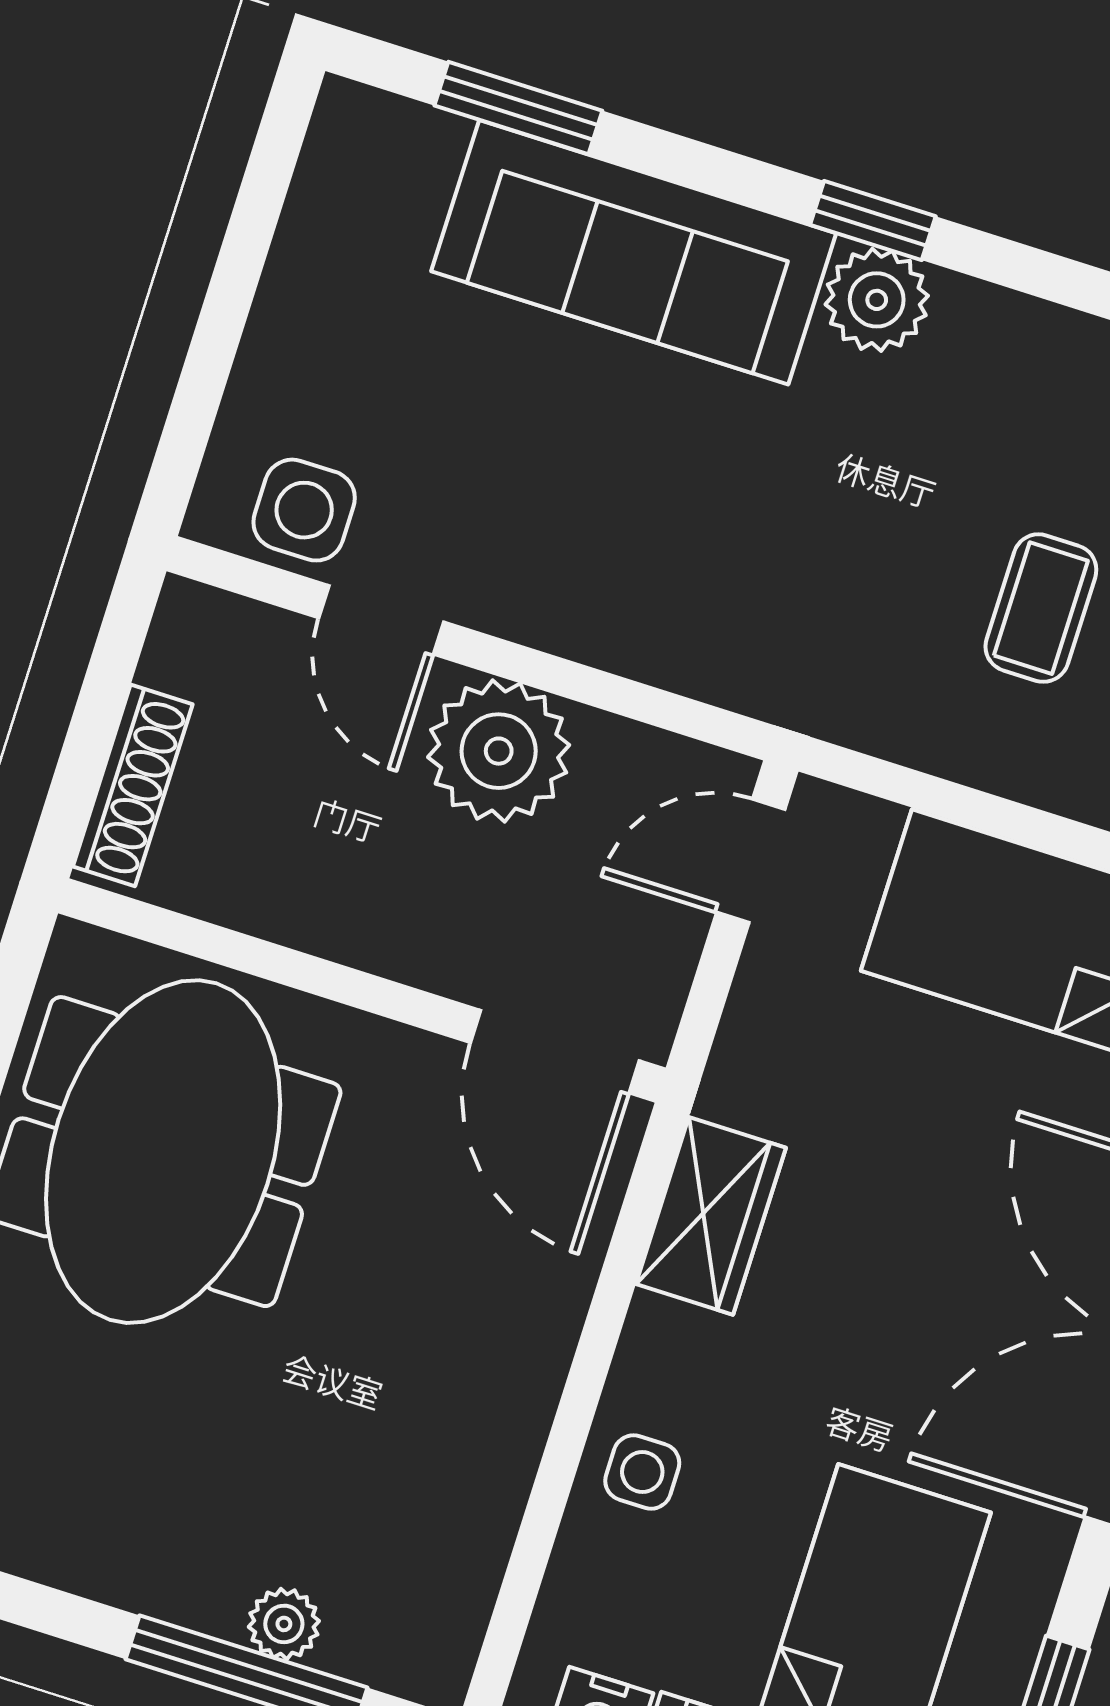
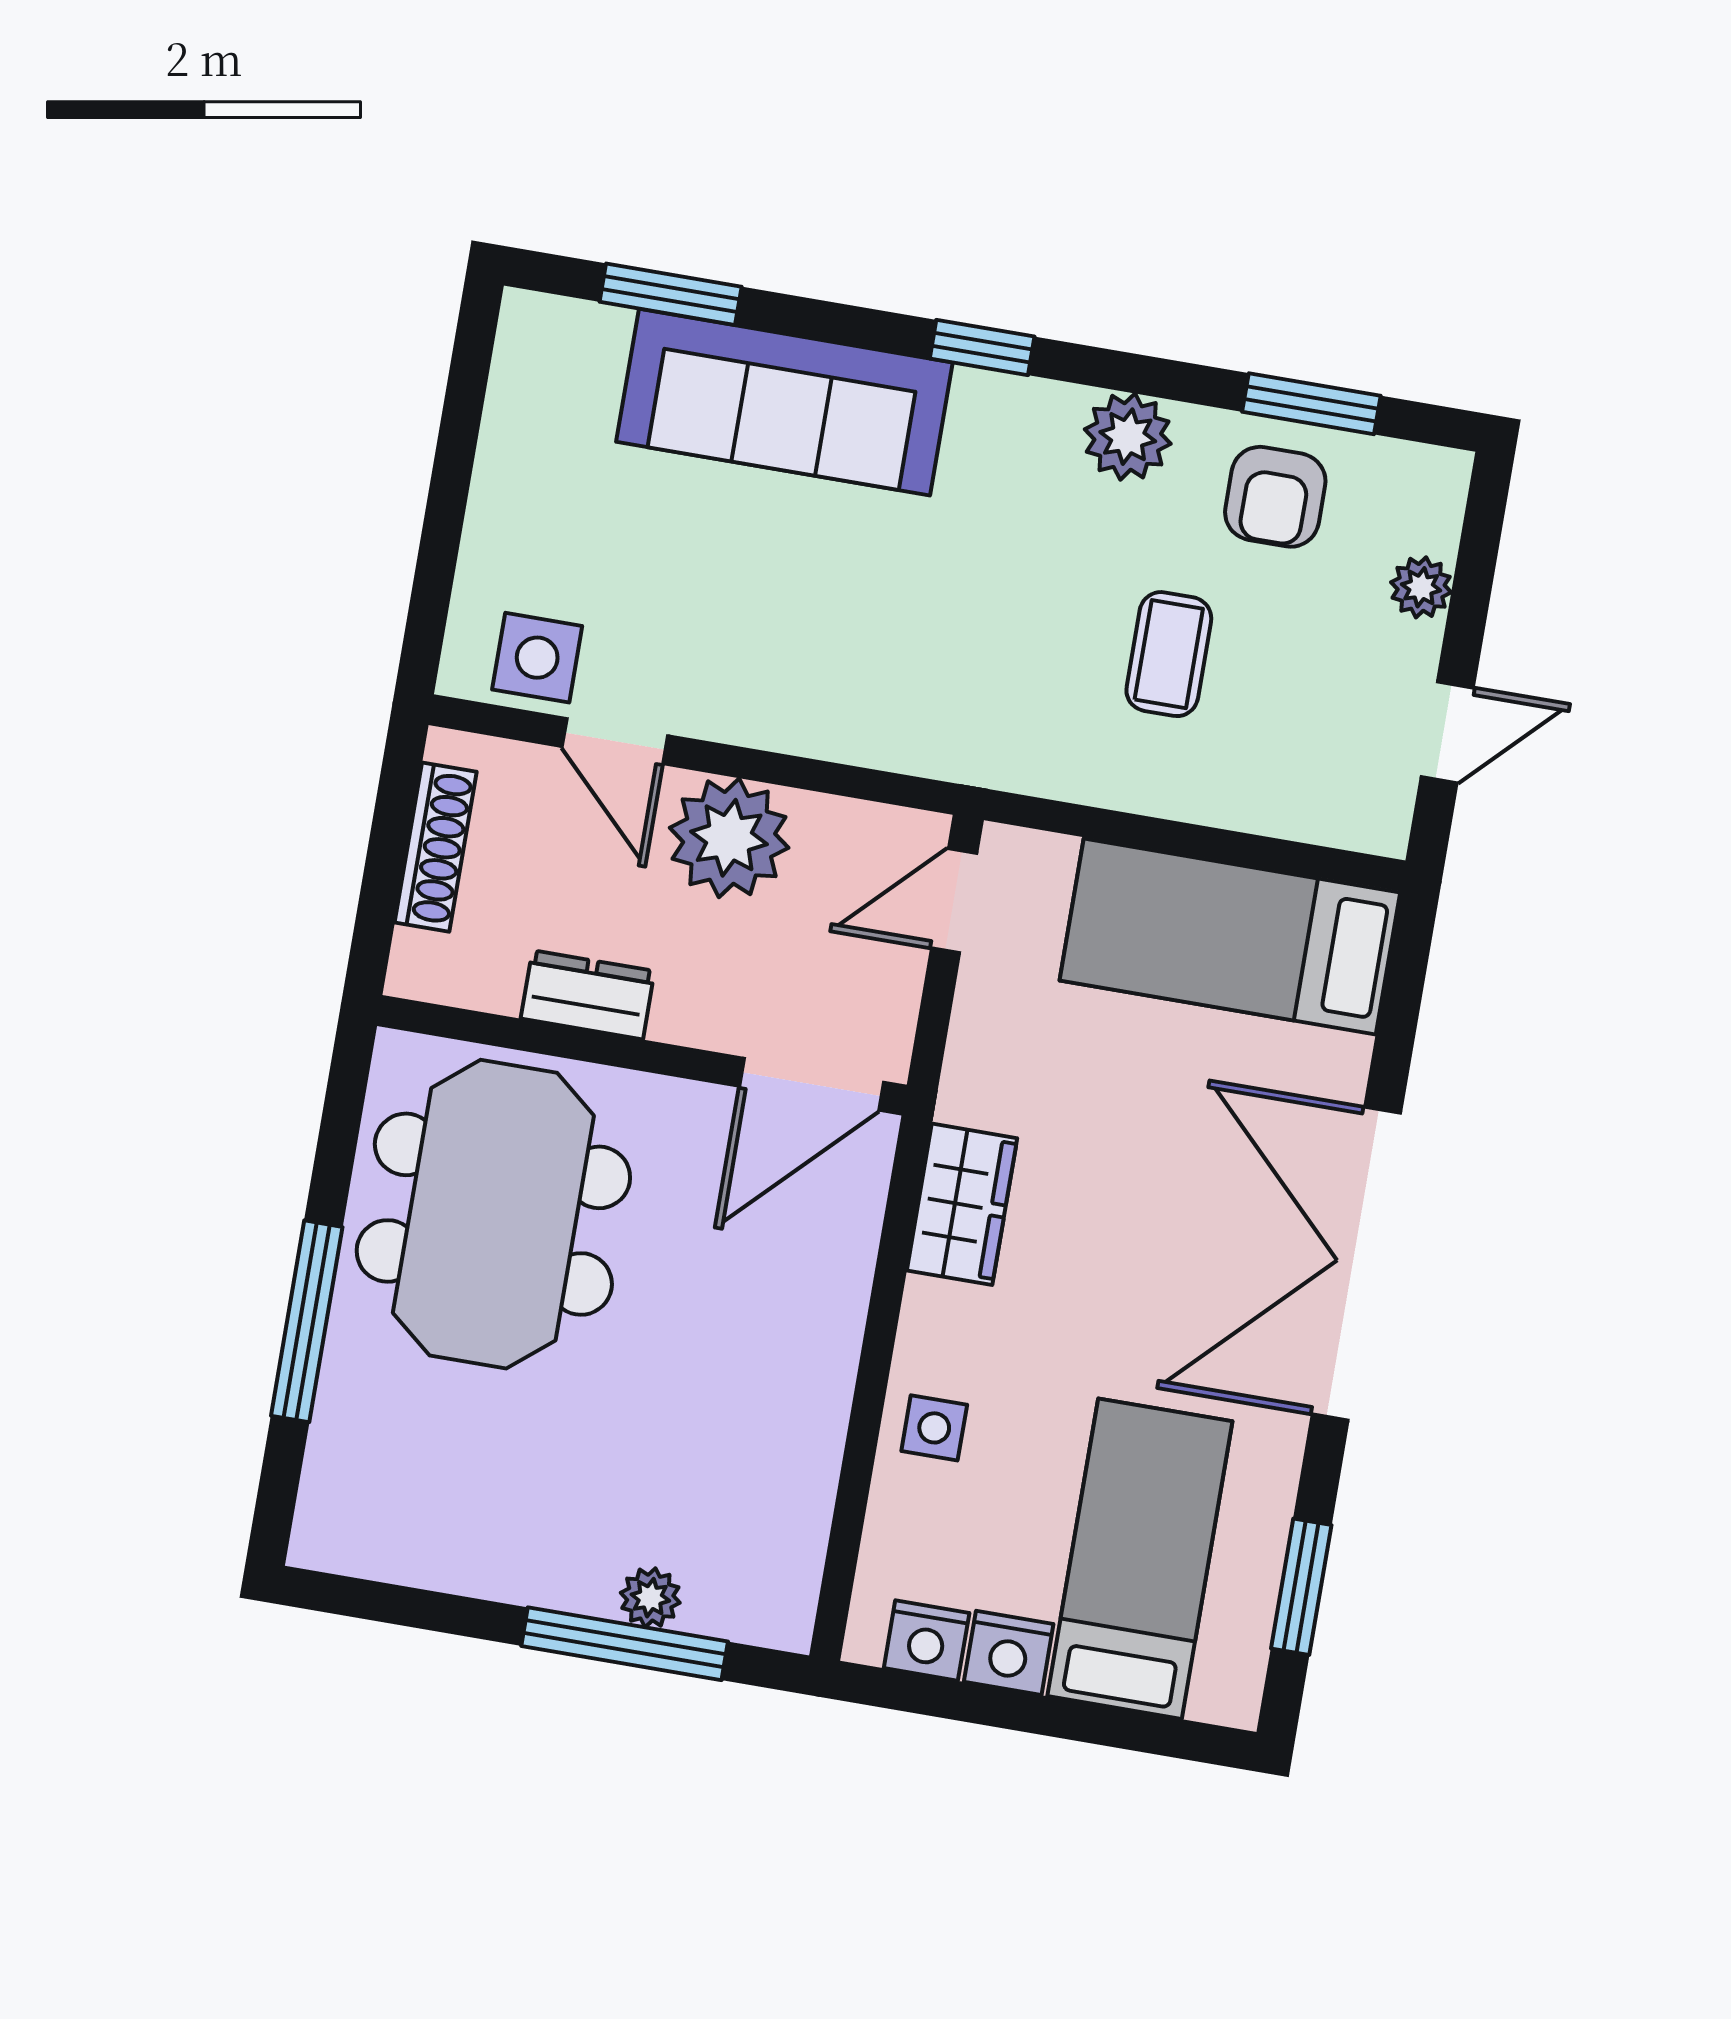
plant: (877, 300) -> (1128, 437), moved
shoe rack: (133, 785) -> (436, 847), moved
dresser: (308, 911) -> (588, 995), added
door: (555, 1052) -> (811, 1084), hinge flipped

